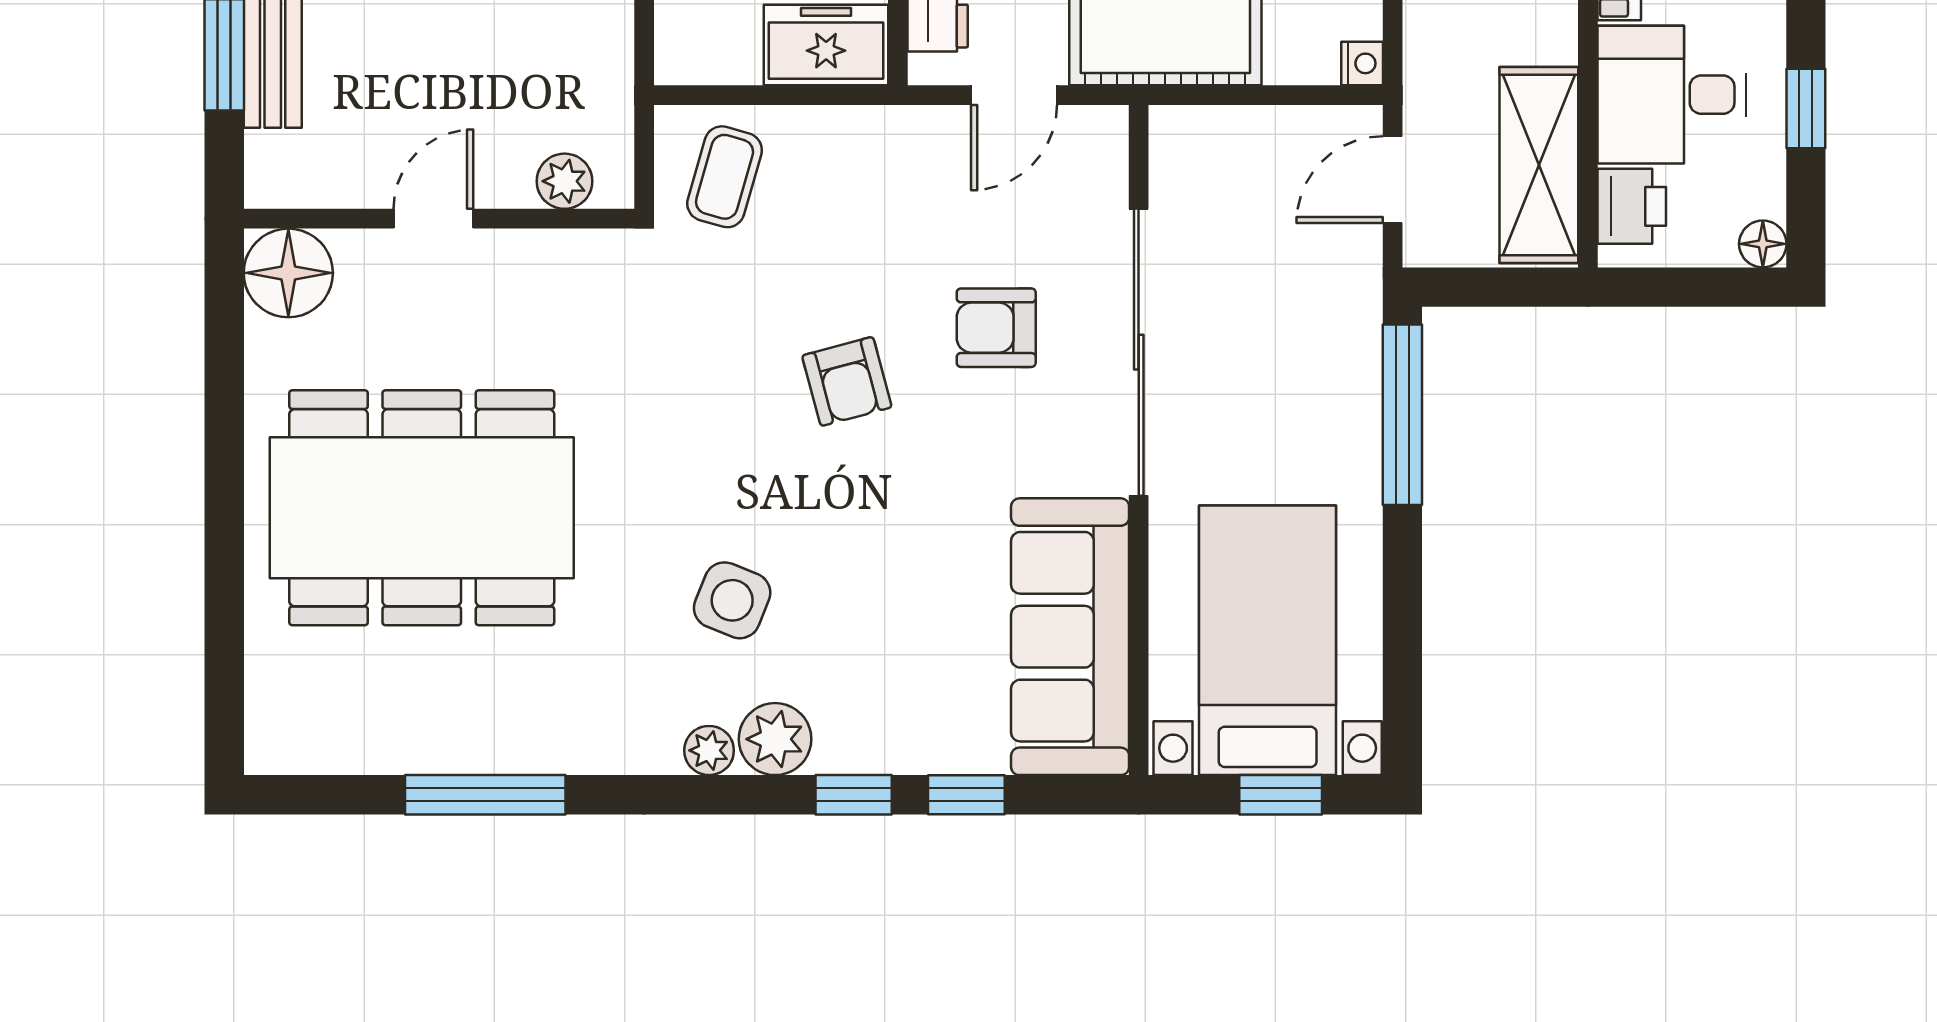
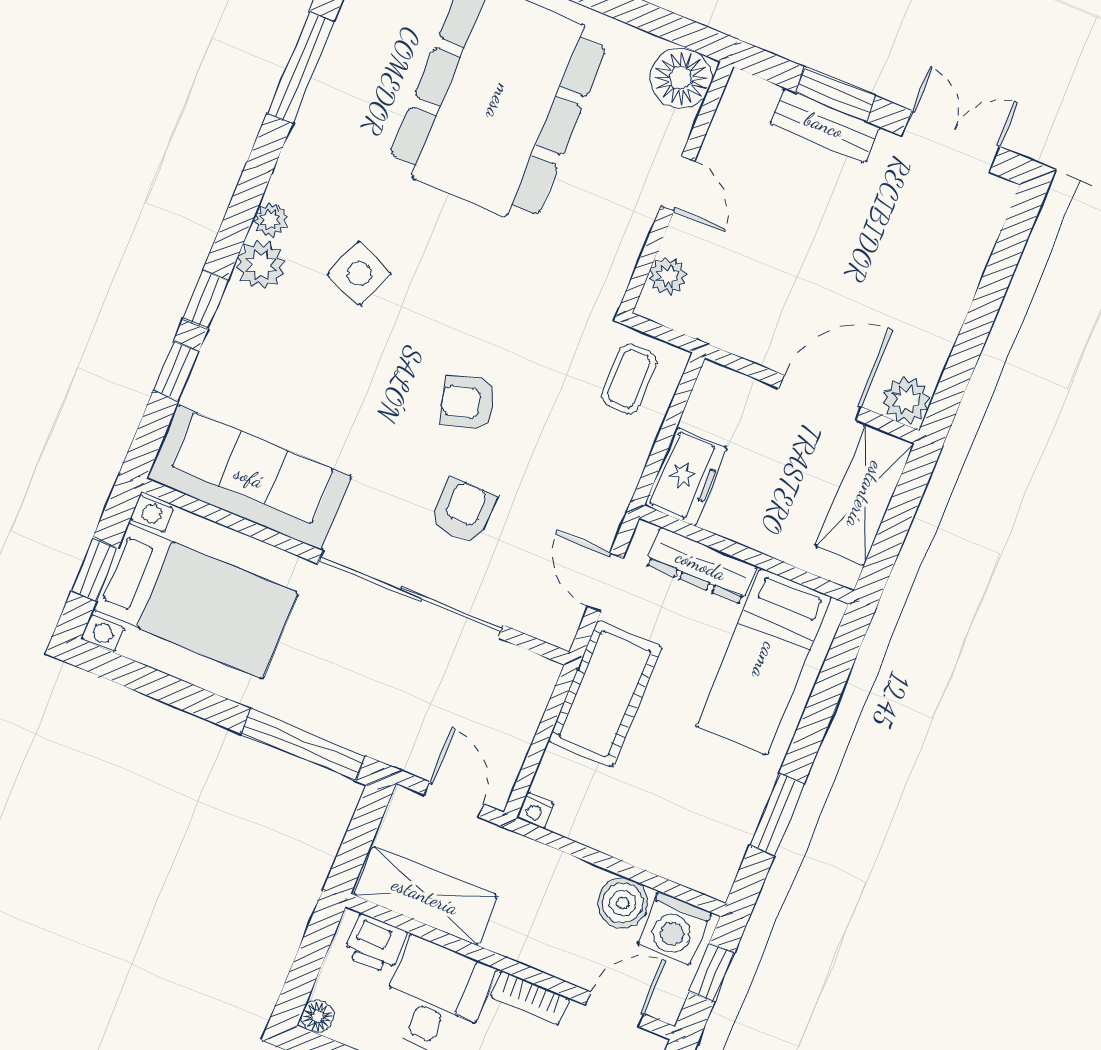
coffee table: (725, 177) -> (629, 378), turned 74

